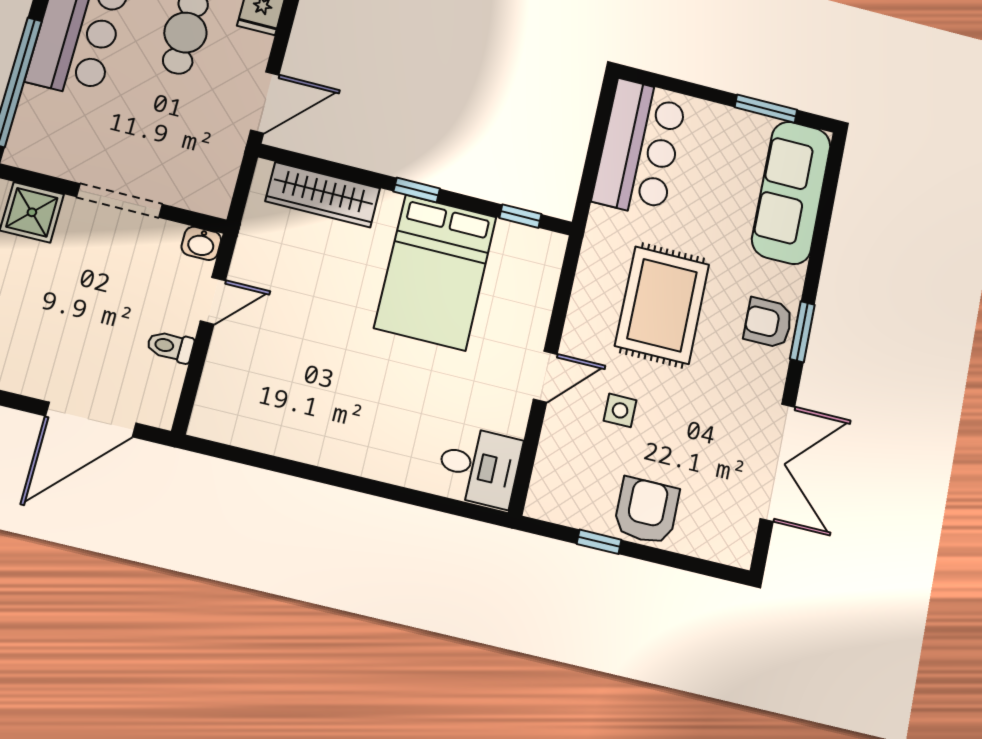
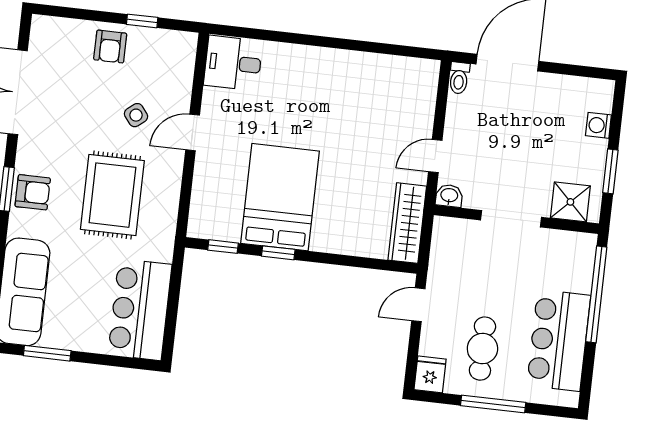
door: (265, 102) -> (418, 305), width x0.73
window: (417, 190) -> (278, 253), moved
wardrobe: (323, 195) -> (407, 223), moved, turned -90
toilet: (170, 346) -> (459, 78), moved, turned 90
side table: (620, 410) -> (136, 115), turned -38
armchair: (646, 511) -> (110, 47), width x0.72, depth x0.72

